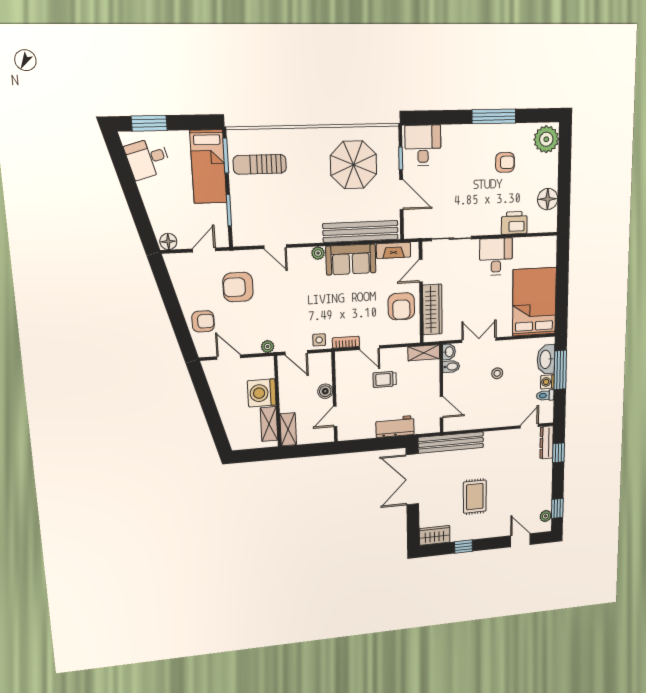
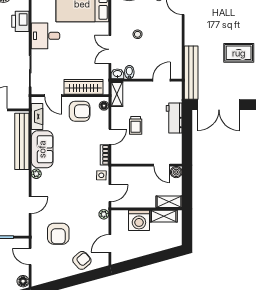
armchair: (203, 321) -> (82, 260), turned 49
floor lamp: (409, 337) -> (104, 106), added
boiler: (325, 391) -> (176, 172), moved

